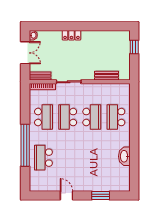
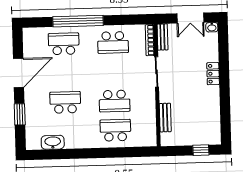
school desk: (68, 117) -> (65, 102), moved
washbasin: (124, 156) -> (53, 142), moved
door: (66, 196) -> (19, 73), width x1.88

